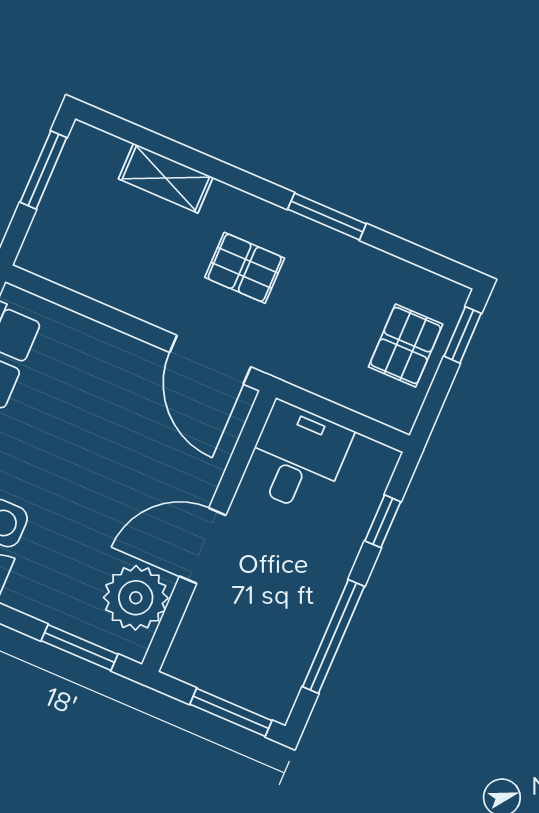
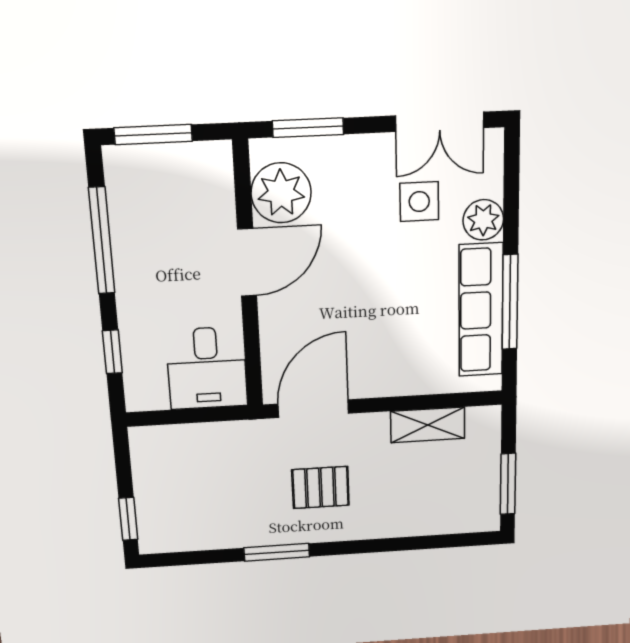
shelving: (166, 178) -> (428, 425), moved
pallet: (406, 345) -> (168, 491), removed
door: (210, 360) -> (313, 409), hinge flipped

